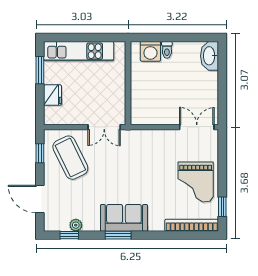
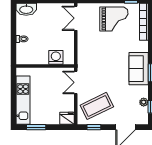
washing machine: (150, 51) -> (56, 57), moved, turned -90
fridge: (53, 95) -> (67, 118), moved
double door: (104, 127) -> (76, 82), swing flipped

